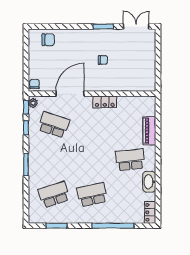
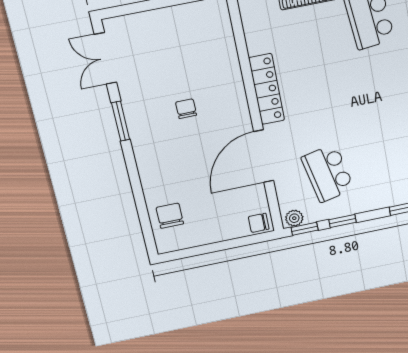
door: (70, 94) -> (264, 156), hinge flipped
locker: (105, 102) -> (267, 89), width x1.53
school desk: (54, 125) -> (328, 173), turned -30

